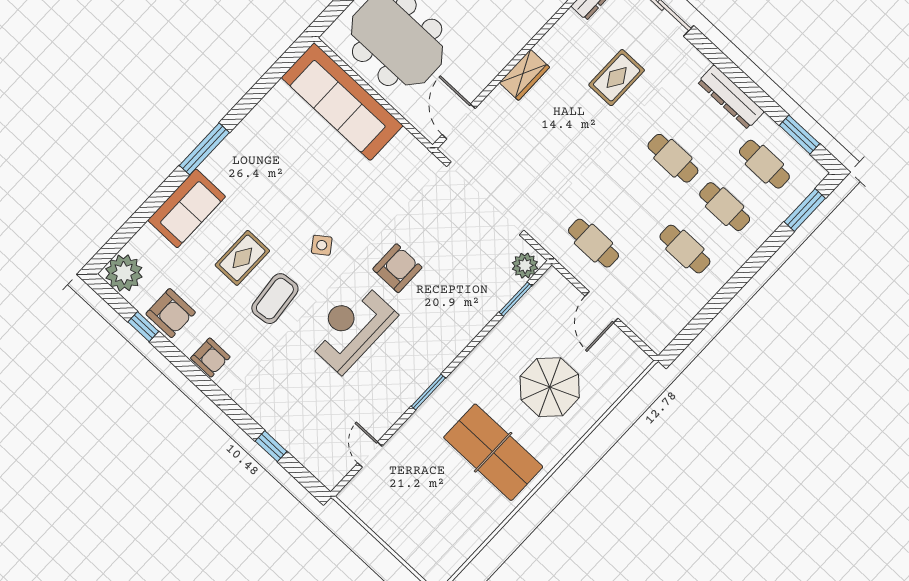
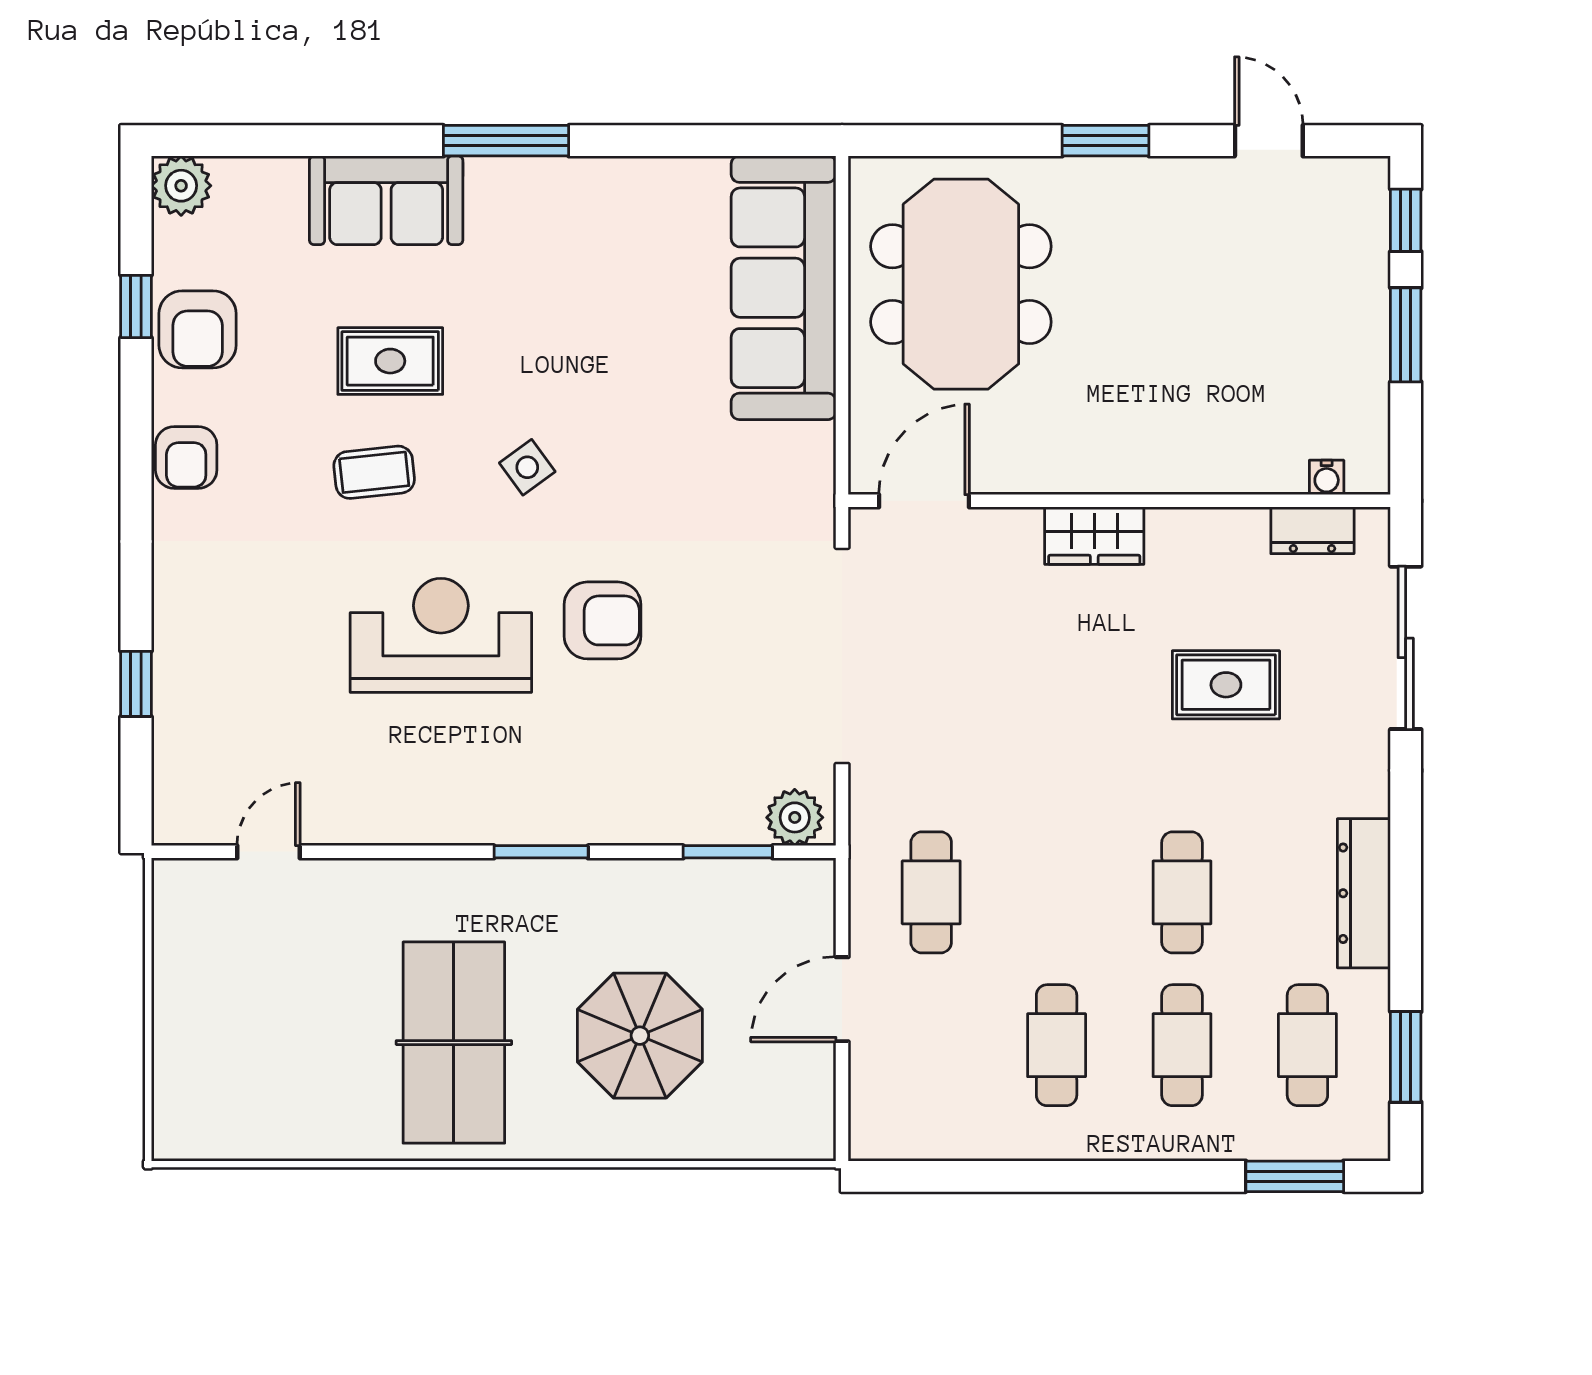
plant: (124, 273) -> (181, 186), width x0.73, depth x0.73
coffee table: (275, 299) -> (374, 472), width x0.73, depth x0.77
window: (428, 392) -> (541, 852), moved

